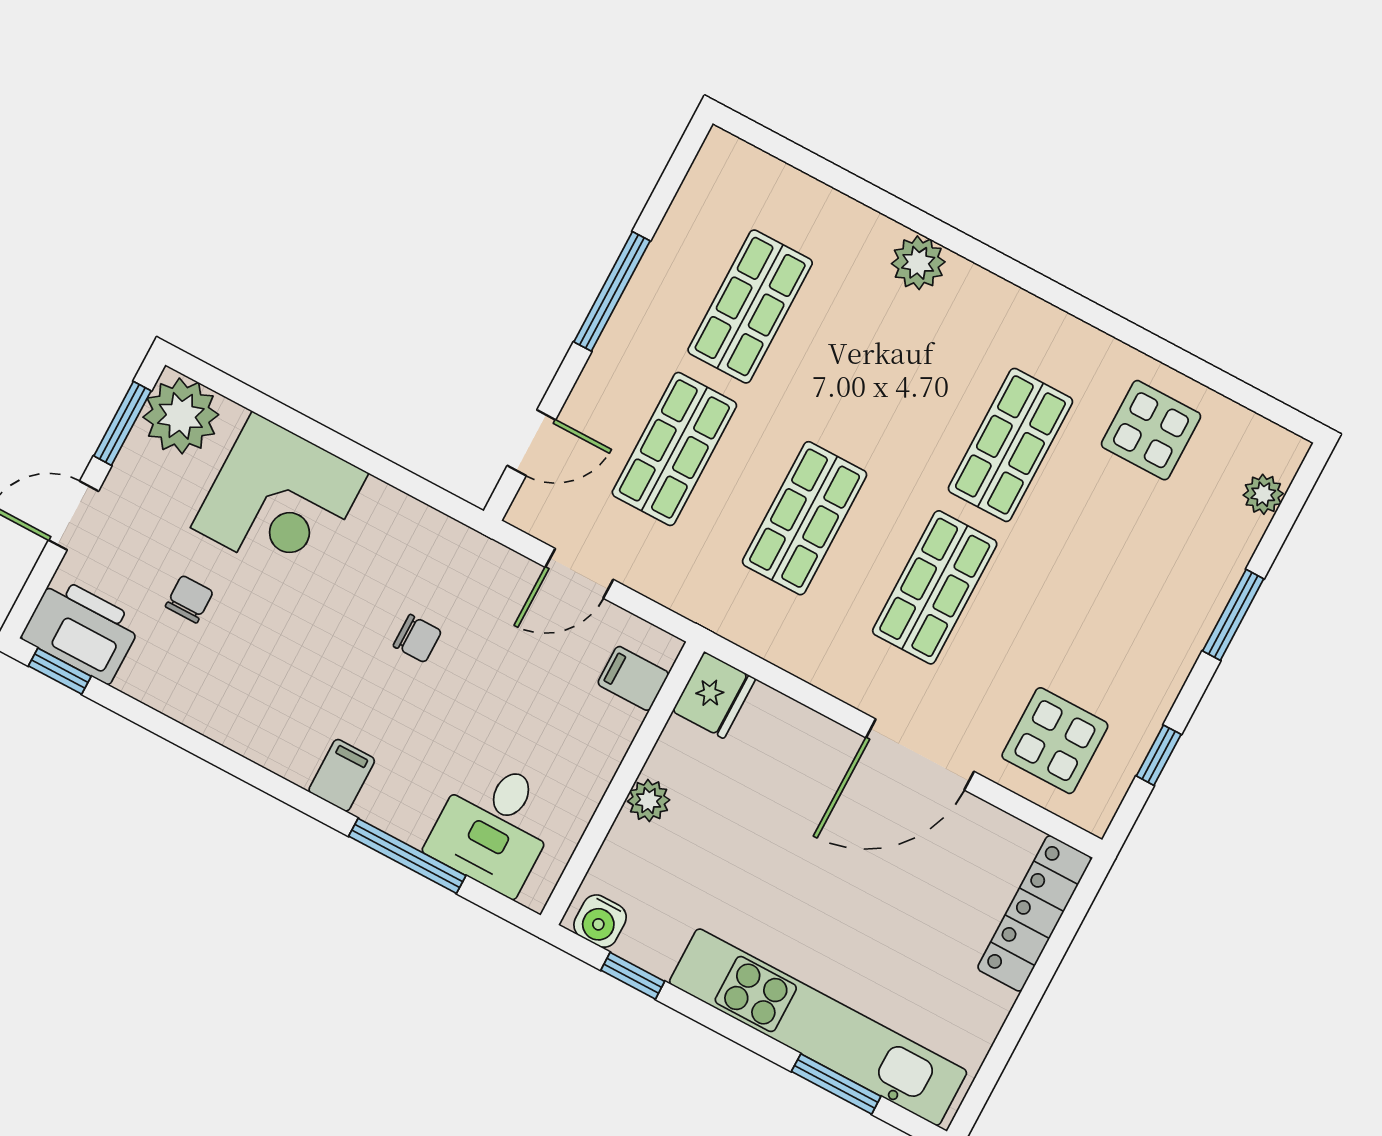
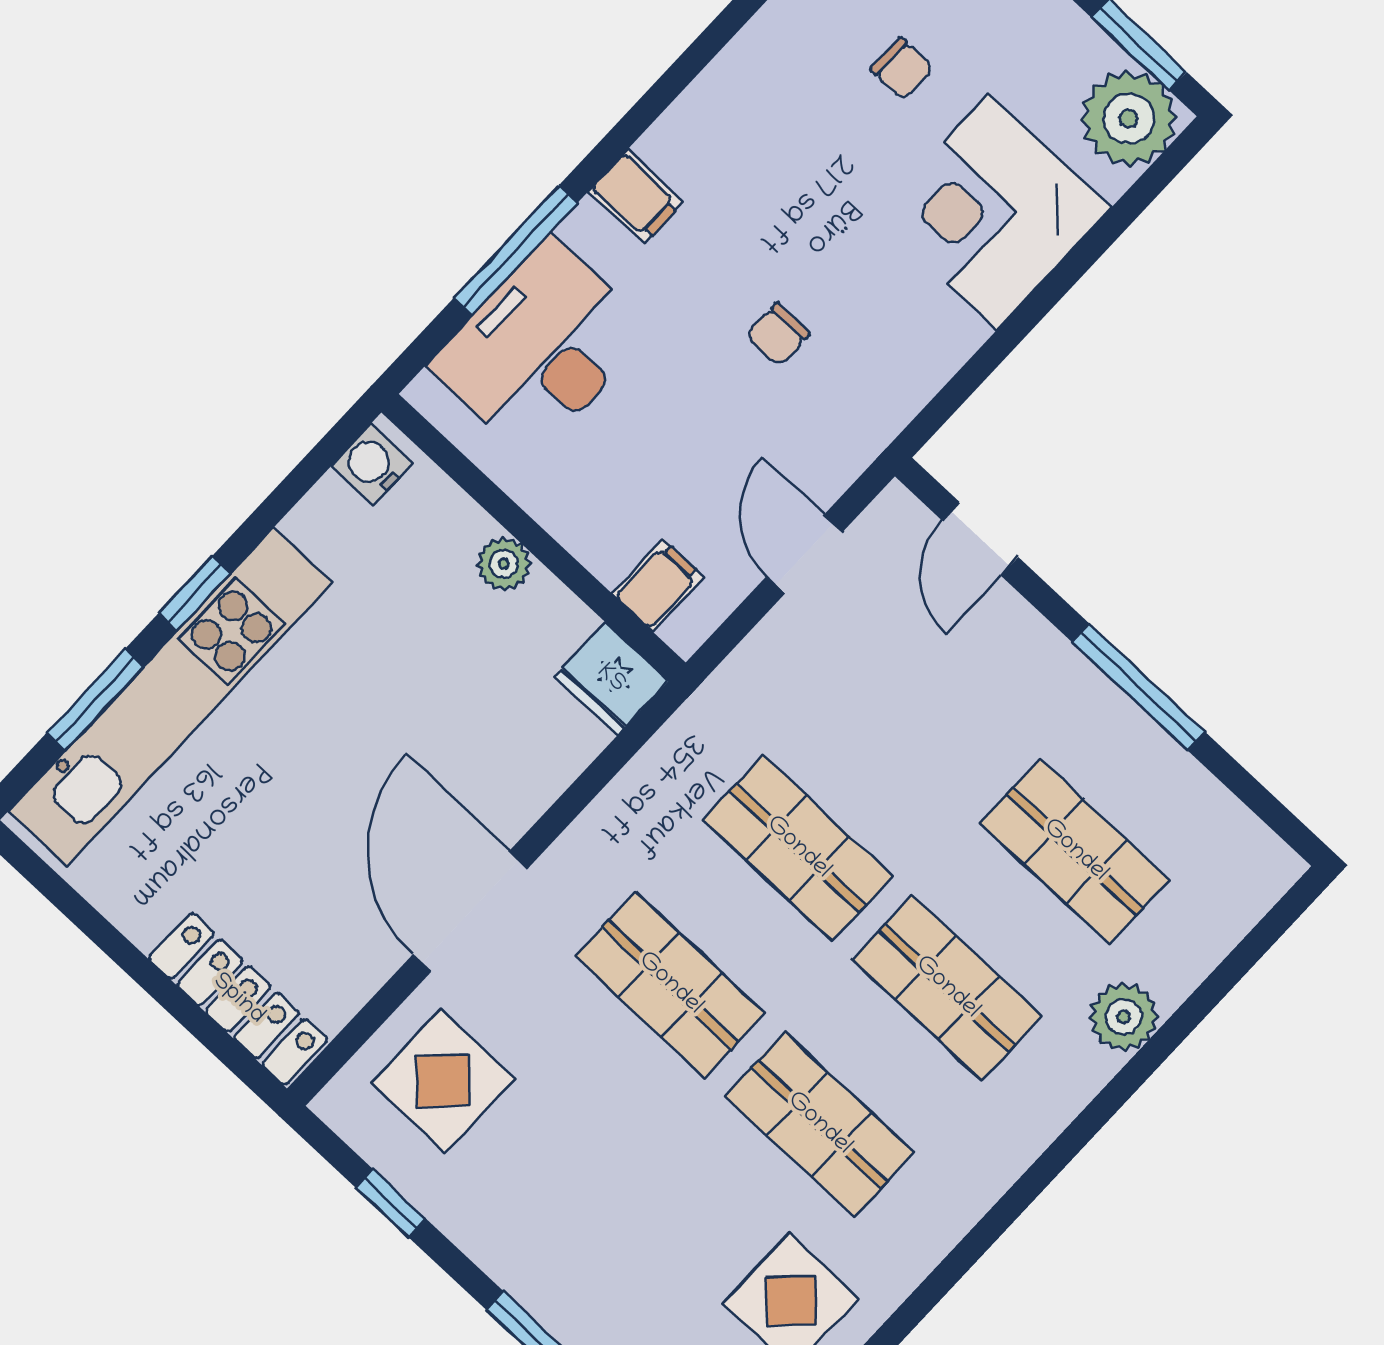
plant: (918, 263) -> (1124, 1017), moved
shop shelf: (674, 449) -> (947, 988), moved
desk: (494, 826) -> (541, 348), width x1.37
window: (633, 976) -> (195, 593), moved

